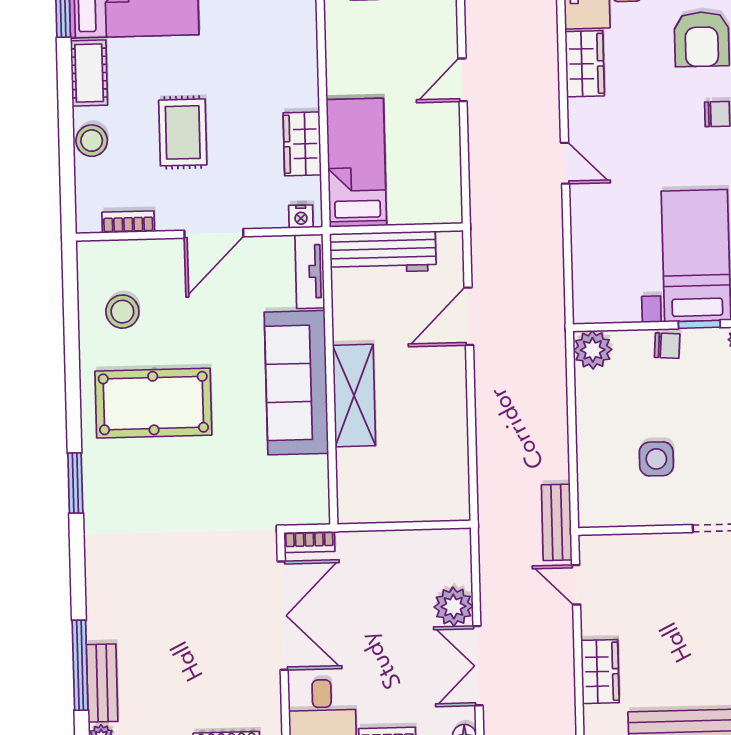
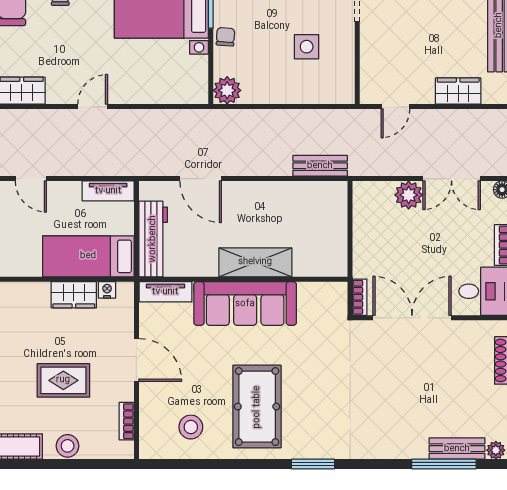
tv unit: (448, 188) -> (108, 191), added
nightstand: (301, 216) -> (107, 290), moved, turned -90
bench: (557, 522) -> (320, 166), moved

